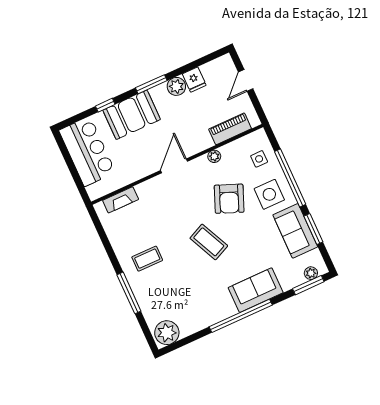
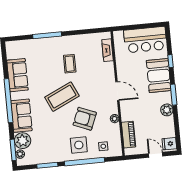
fridge: (194, 80) -> (169, 144), moved
sofa: (295, 231) -> (17, 75), moved, turned 90
coffee table: (209, 242) -> (62, 97), width x1.36, depth x1.32
coffee table: (147, 259) -> (70, 64), moved
plant: (167, 333) -> (23, 141), moved

